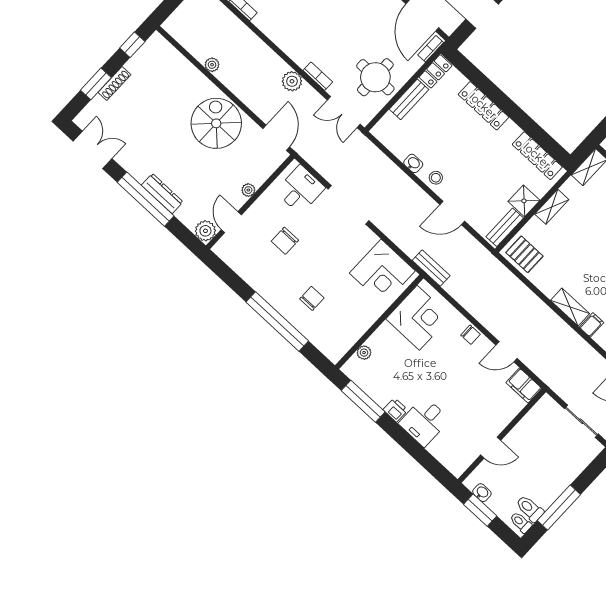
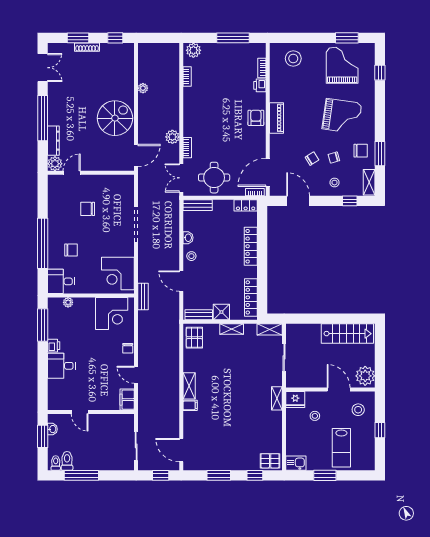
bench: (409, 99) -> (198, 205), moved
plant: (248, 190) -> (96, 166), removed
desk: (300, 190) -> (61, 281), moved, turned 180
dresser: (162, 194) -> (53, 141), moved

